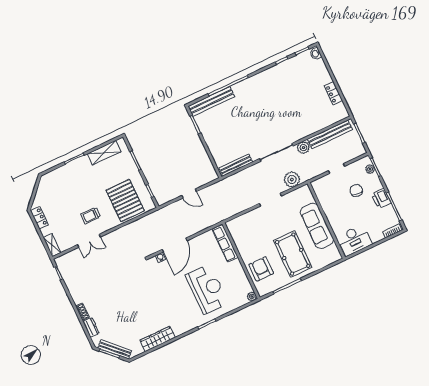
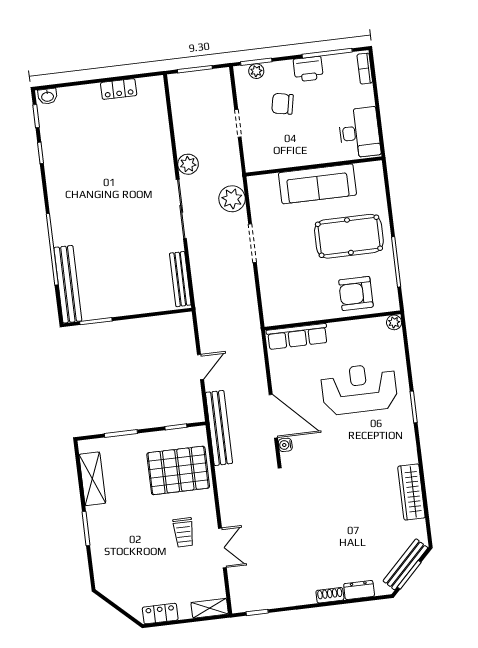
bench: (330, 134) -> (219, 428), moved

